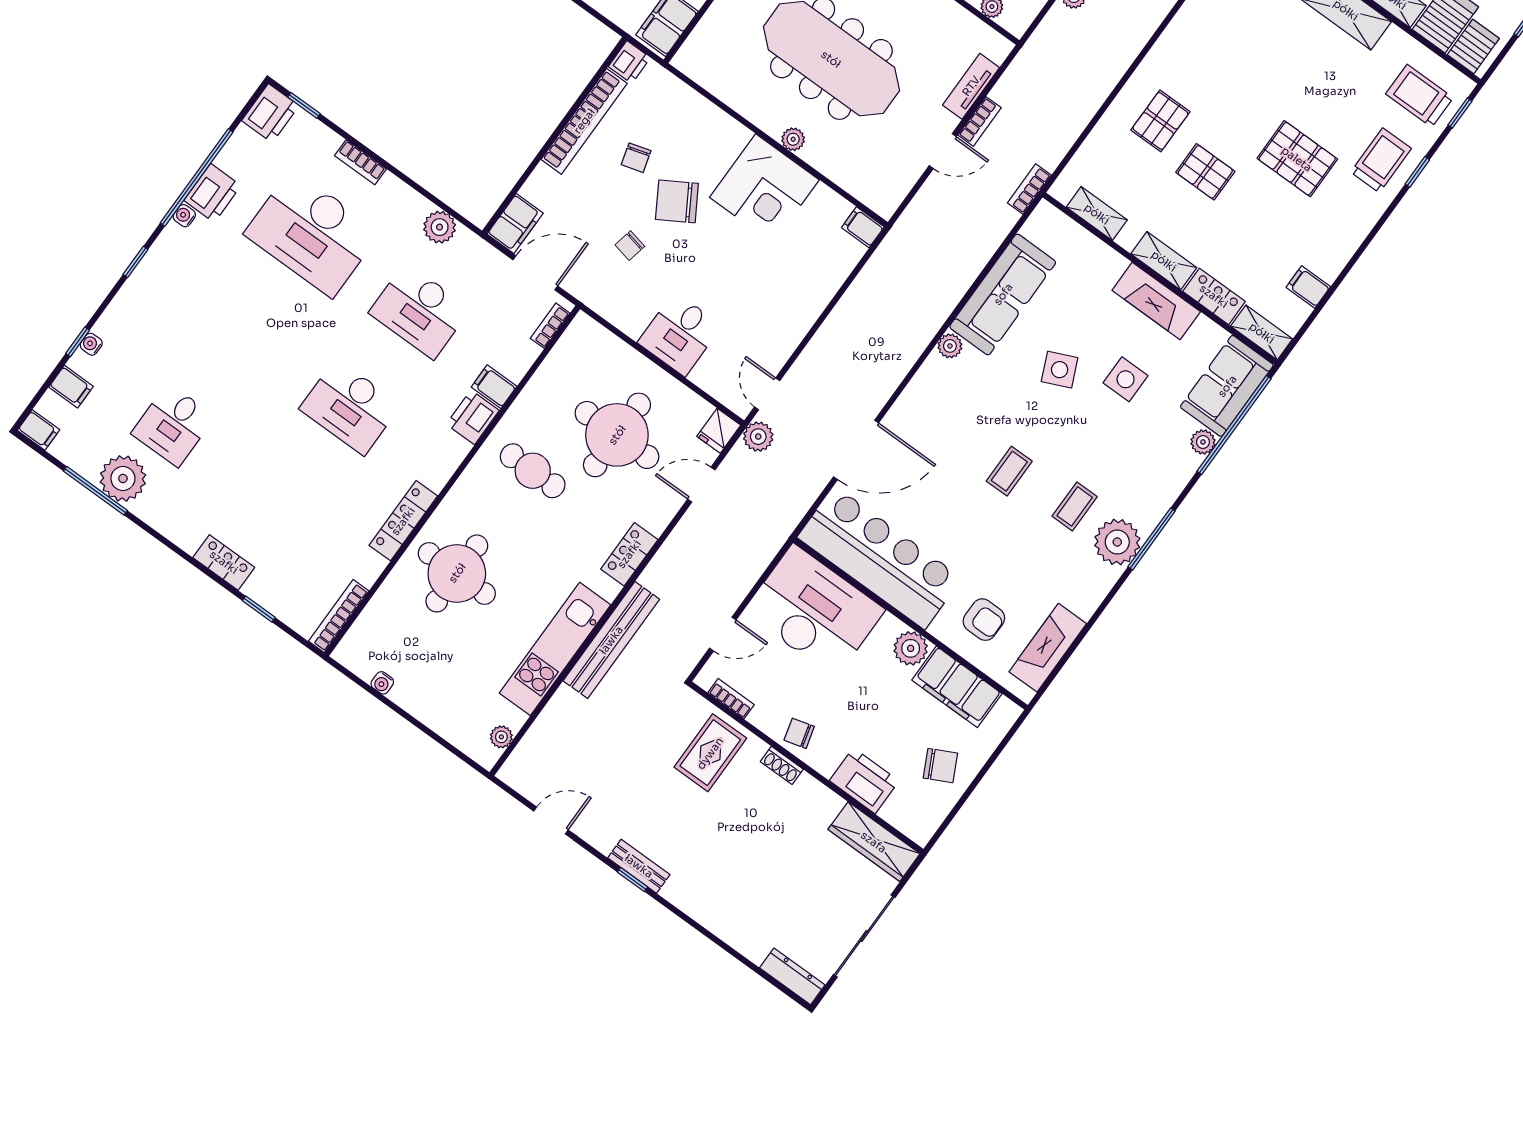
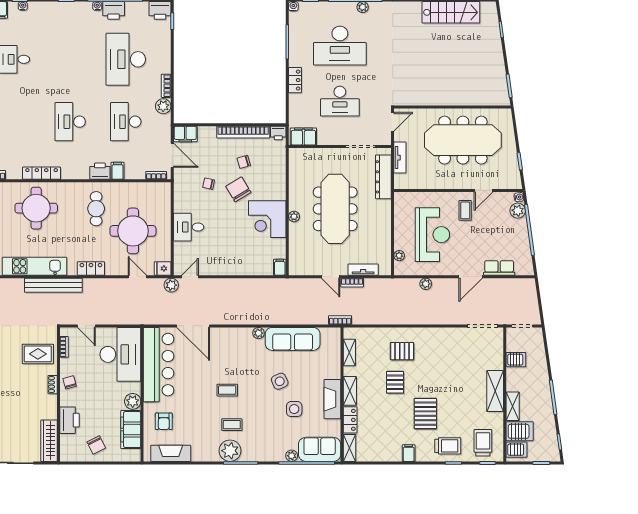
bookcase: (361, 162) -> (166, 86), moved
filing cabinet: (1308, 287) -> (409, 453), moved

